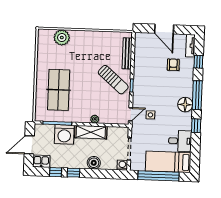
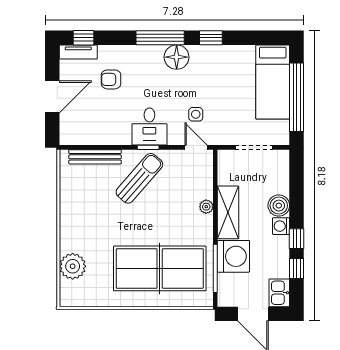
window: (198, 62) -> (84, 38), moved
table tennis table: (59, 90) -> (160, 268), width x1.36, depth x1.32
desk: (180, 141) -> (149, 127), moved, turned 180
washing machine: (122, 165) -> (281, 226), moved

